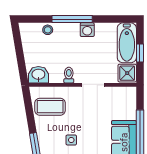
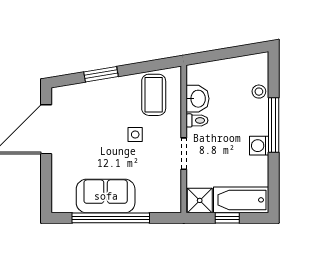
washbasin: (38, 75) -> (197, 99), moved
side table: (71, 140) -> (135, 135), moved

